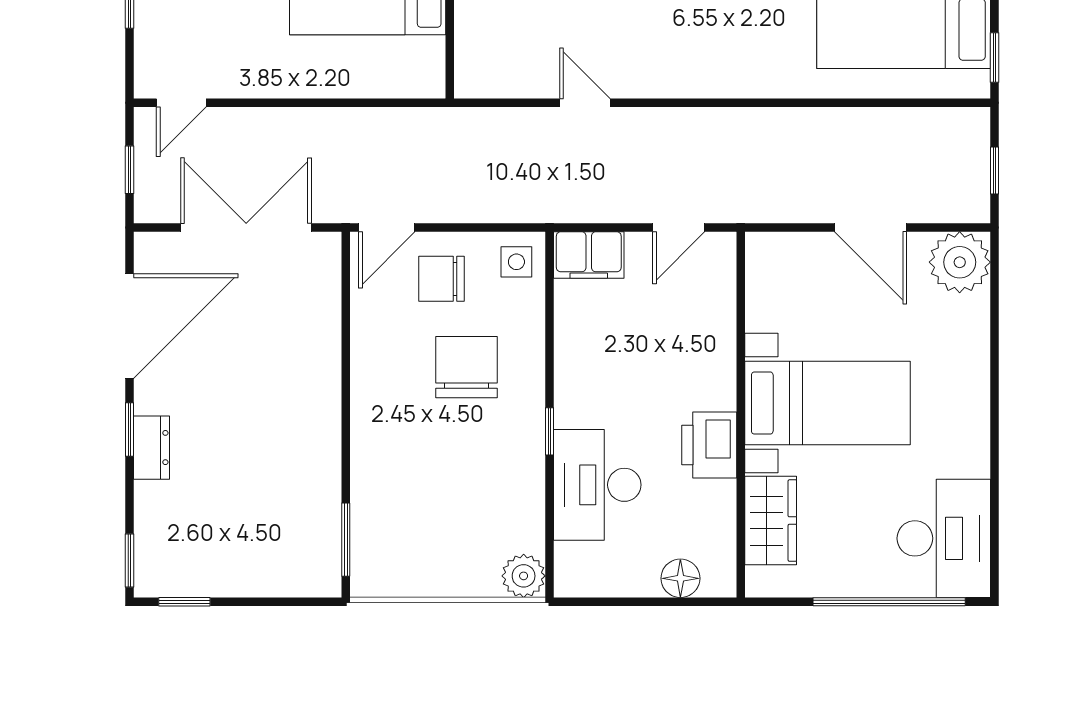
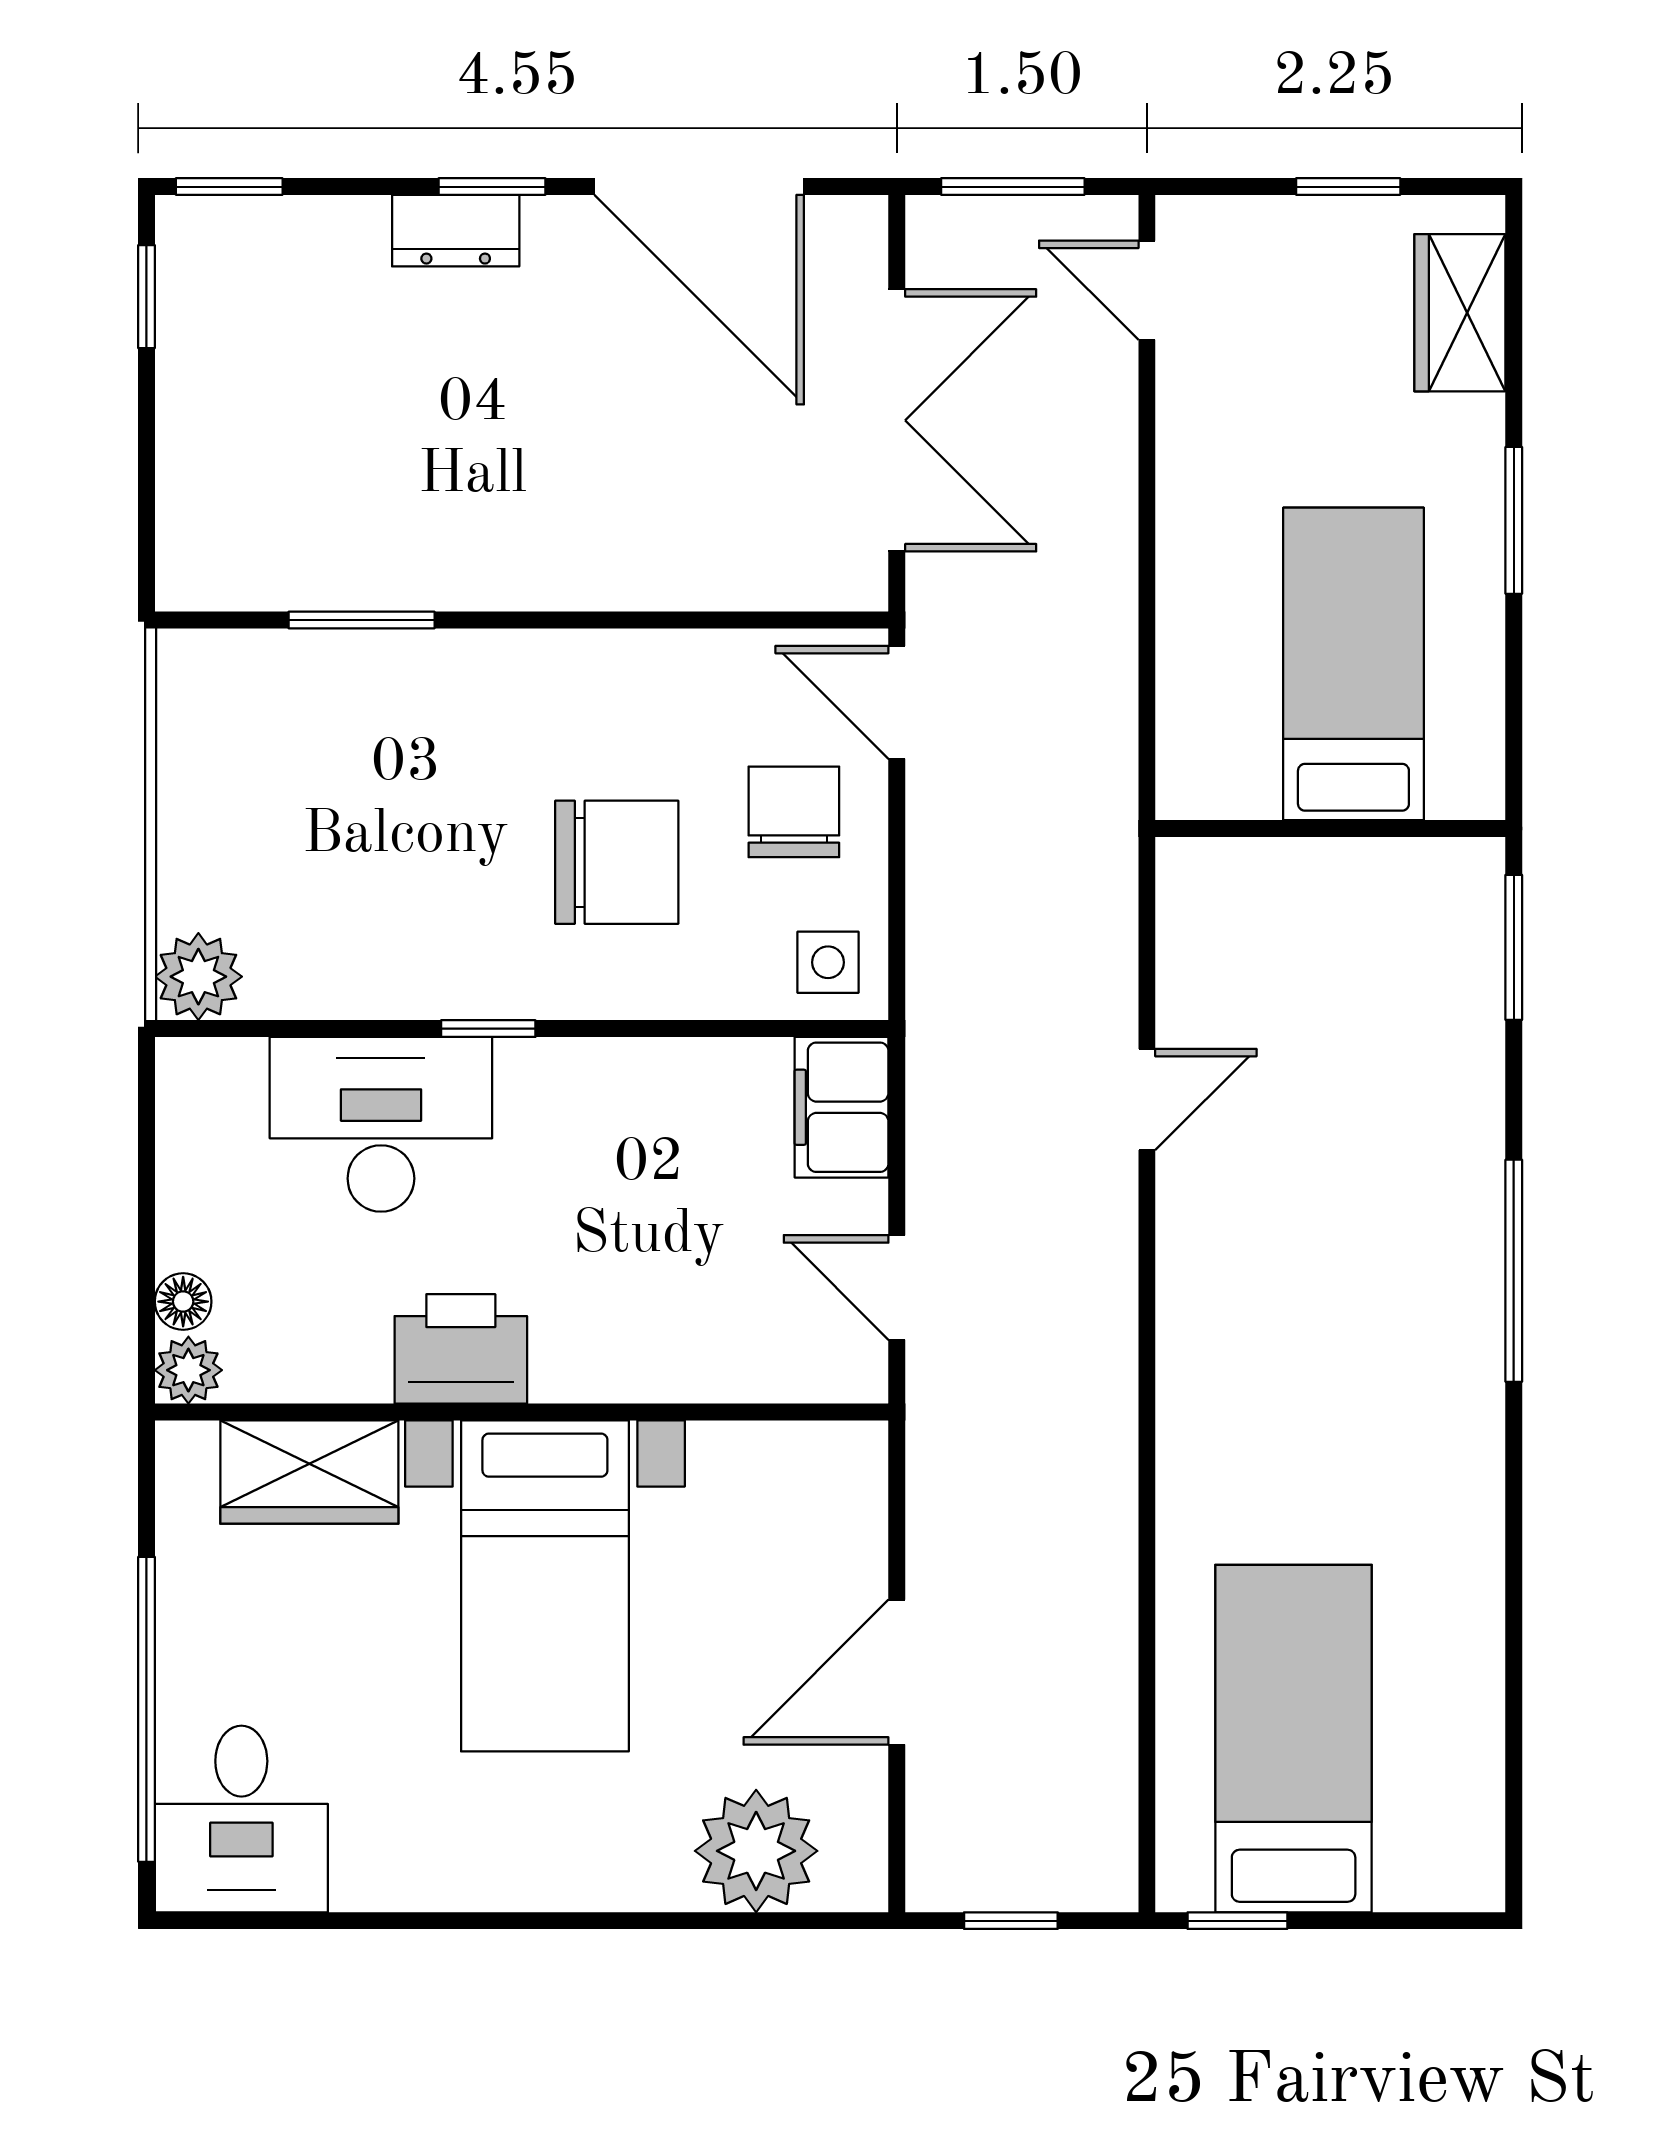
window: (129, 170) -> (1013, 187), width x1.50
plant: (960, 262) -> (756, 1851), moved
desk: (944, 538) -> (241, 1819), width x0.73
window: (346, 540) -> (362, 620), moved
floor lamp: (680, 578) -> (183, 1302), width x0.73, depth x0.73
plant: (720, 581) -> (188, 1370), added

